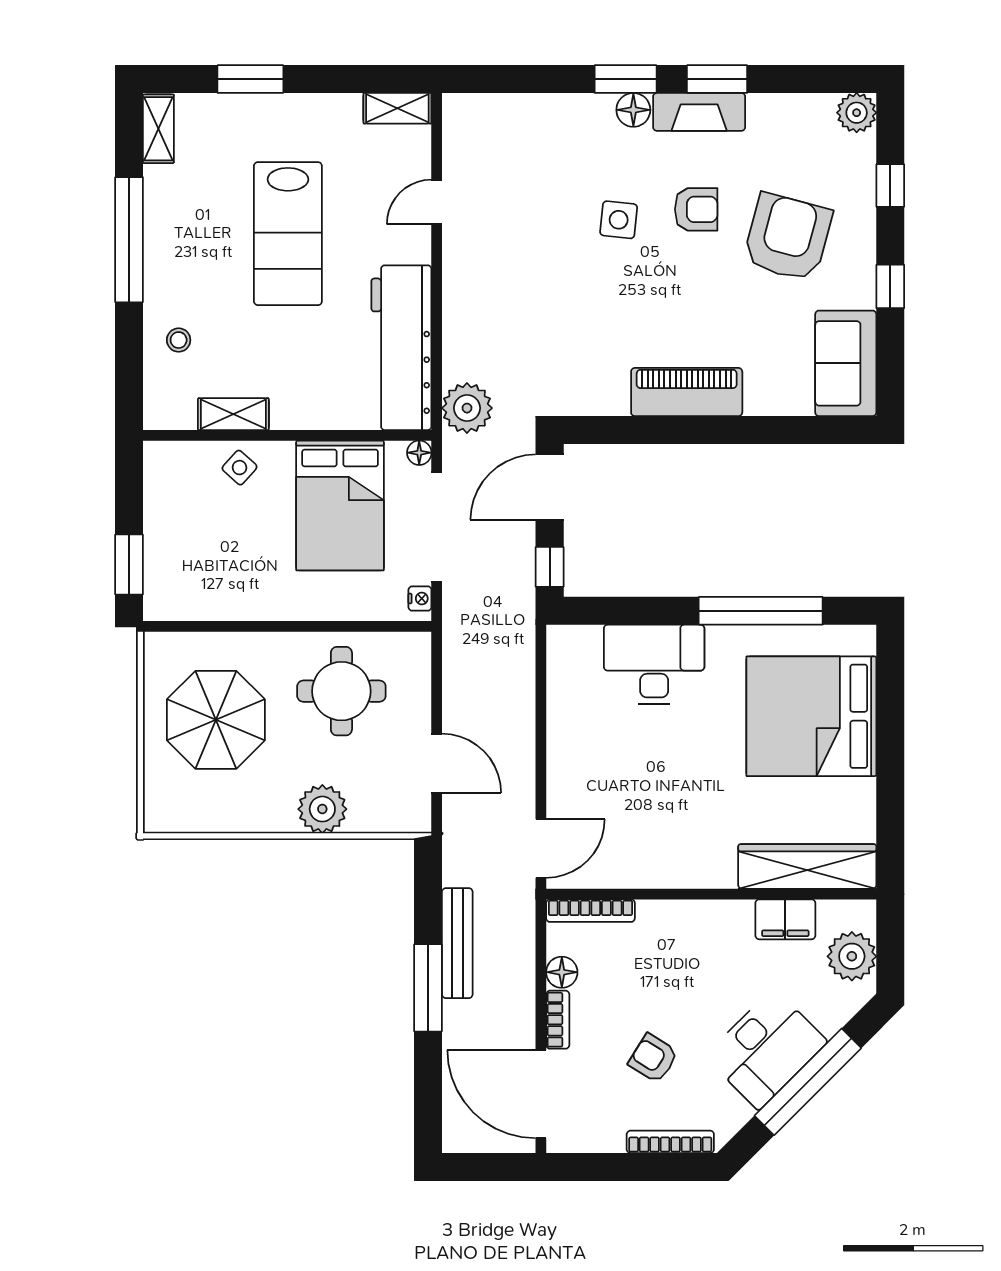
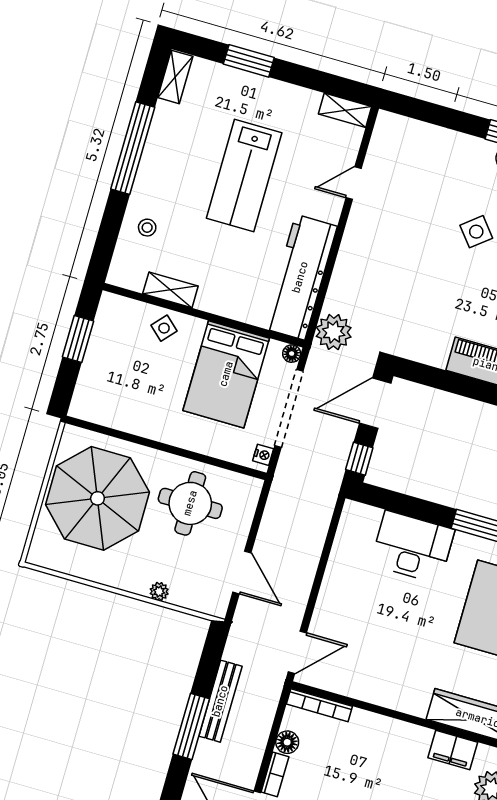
side table: (619, 220) -> (476, 232), turned 45
window: (129, 565) -> (78, 339), moved
parasol: (216, 720) -> (97, 498), width x1.36, depth x1.36
plant: (322, 809) -> (159, 591), width x0.53, depth x0.53

